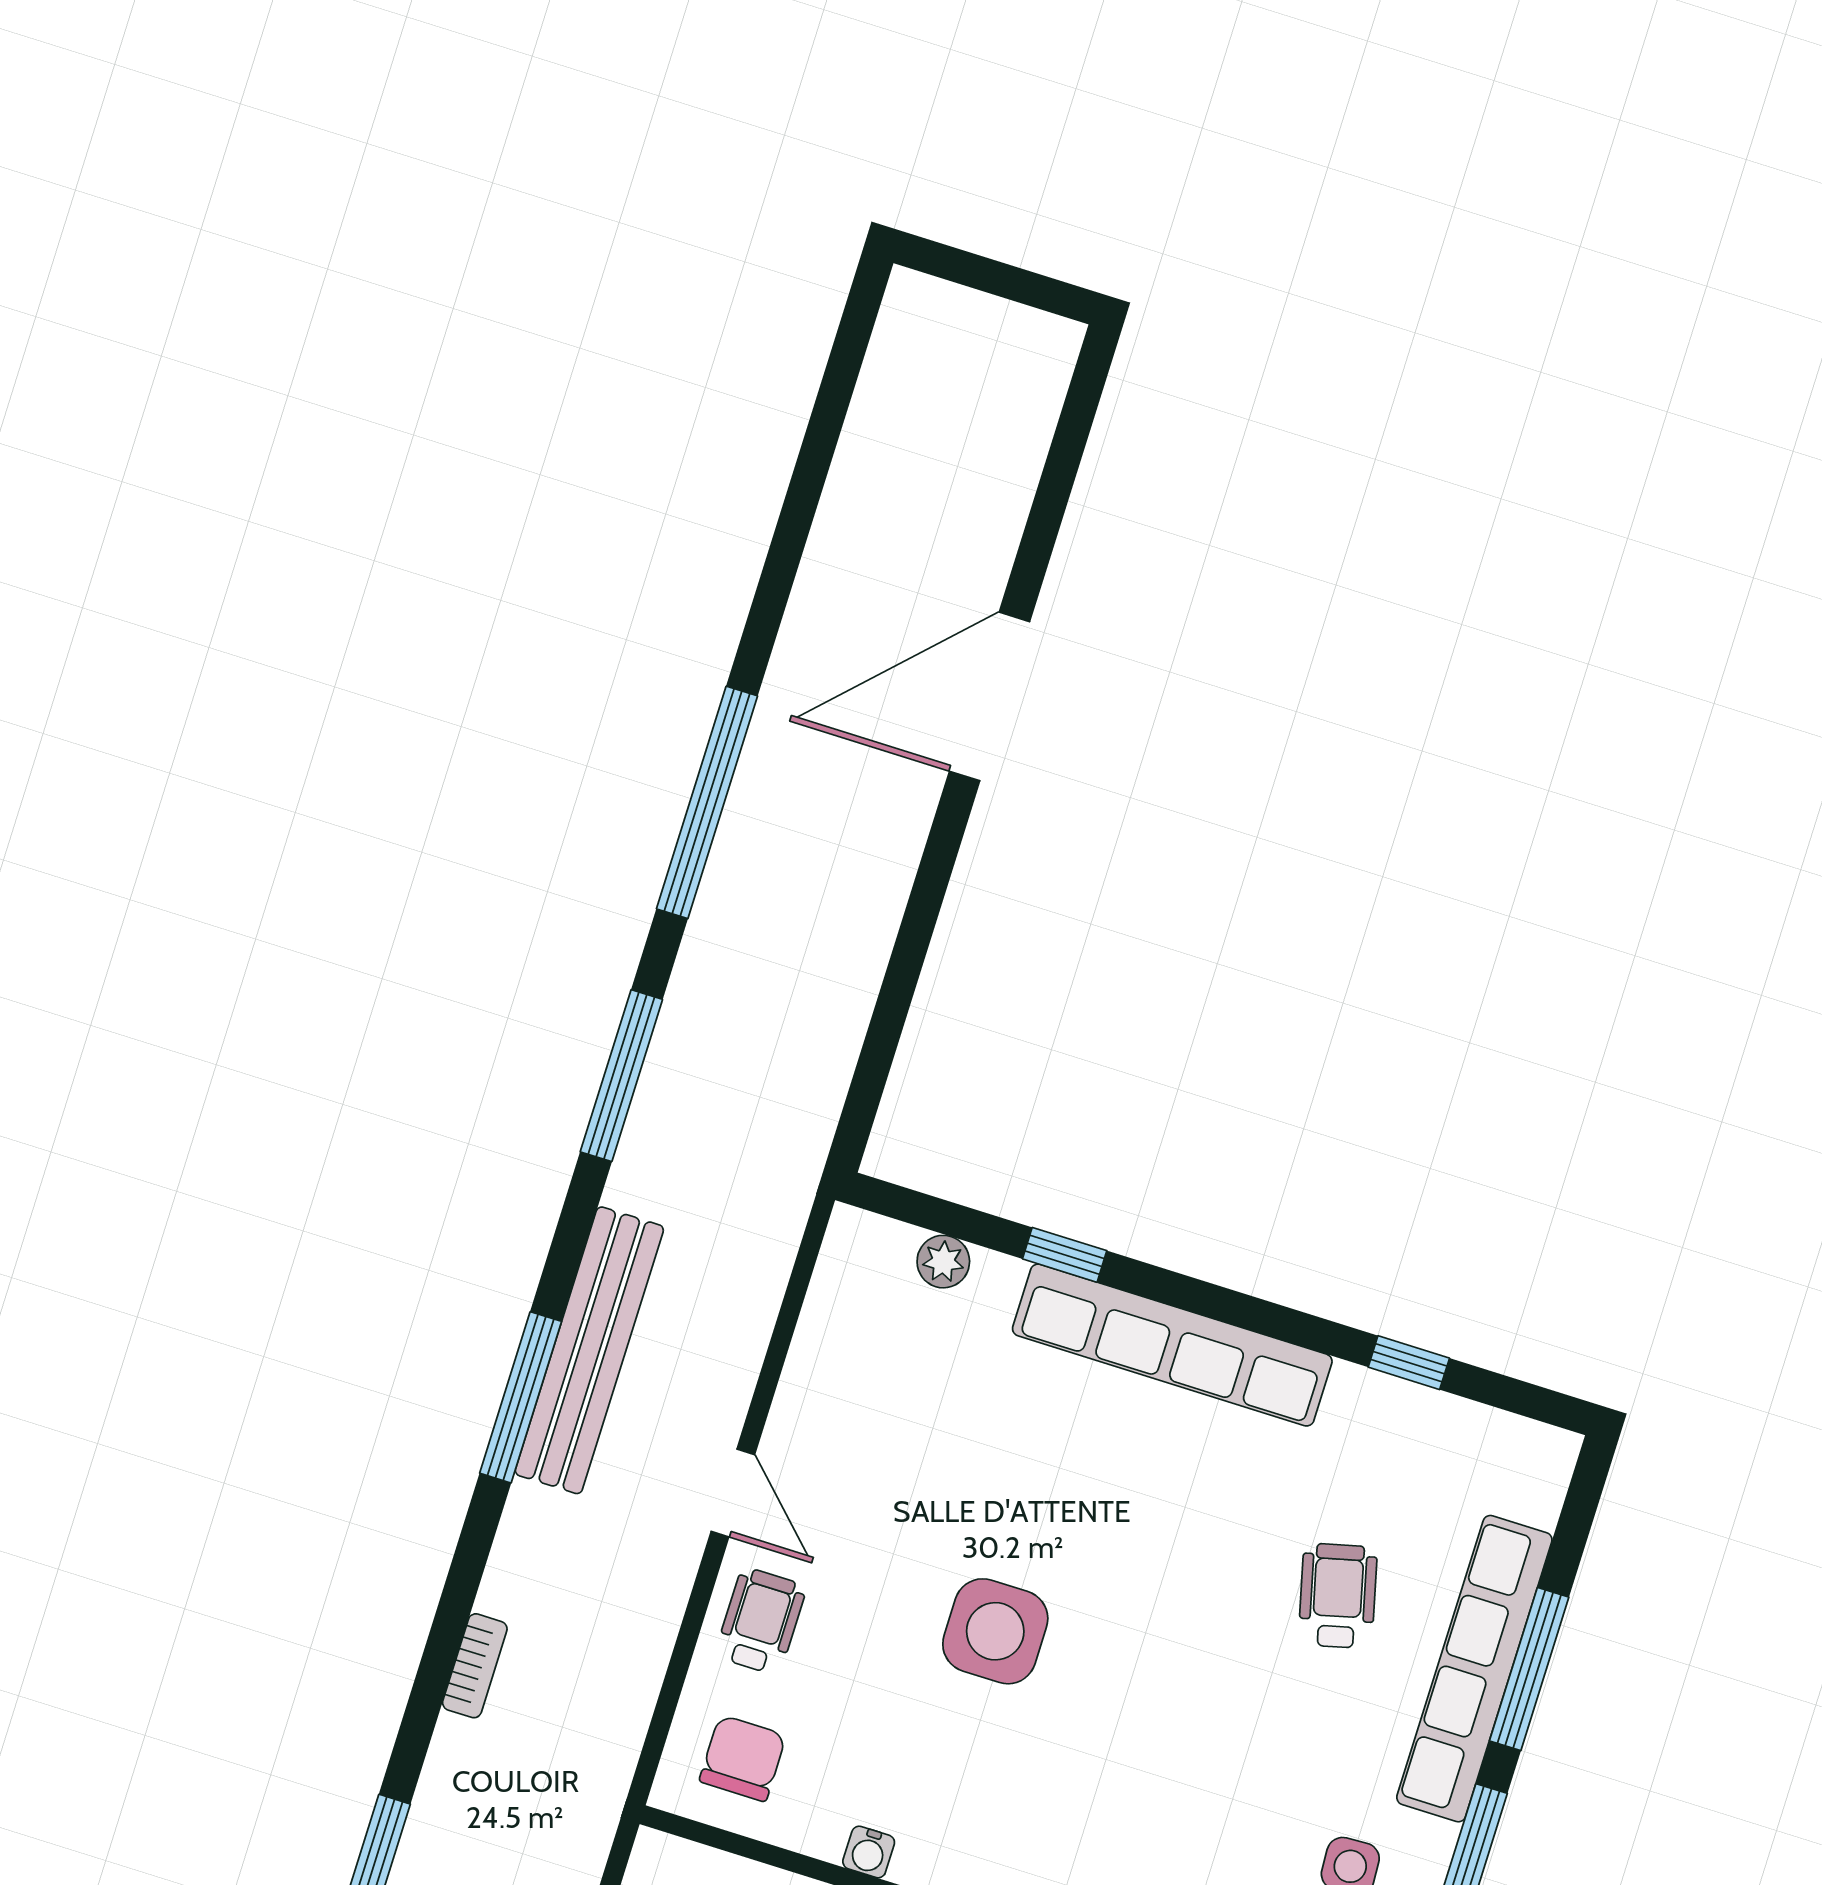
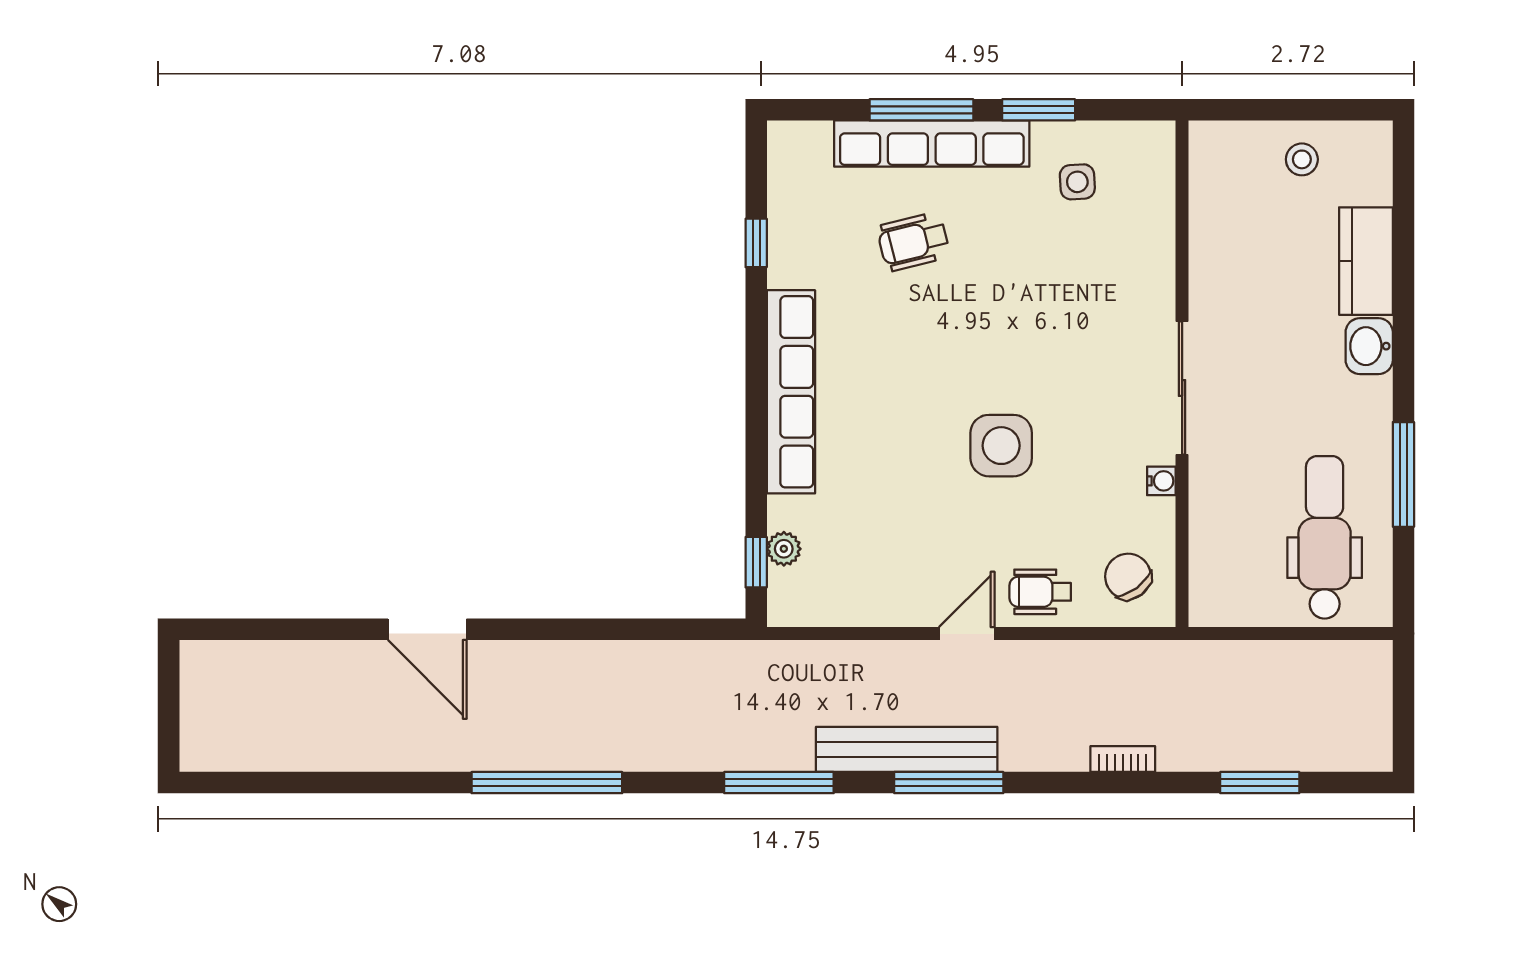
door: (989, 696) -> (427, 629), width x0.73
window: (621, 1076) -> (779, 783), moved
window: (1065, 1255) -> (756, 562), moved
chair: (743, 1758) -> (1128, 576), turned 53

